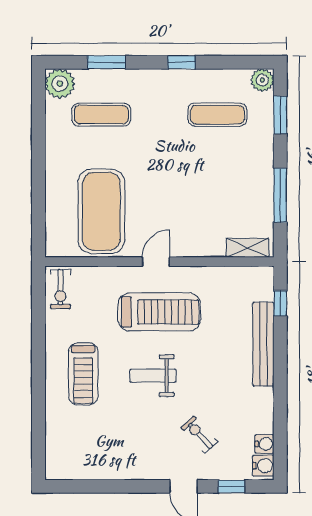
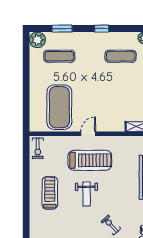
treadmill: (83, 374) -> (50, 193), turned 180
weight bench: (153, 376) -> (86, 194), turned -90

